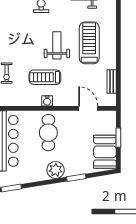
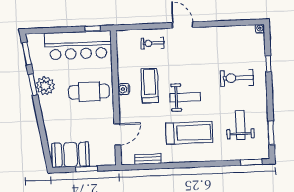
plant: (56, 170) -> (45, 86), moved
window: (76, 178) -> (33, 85), moved

